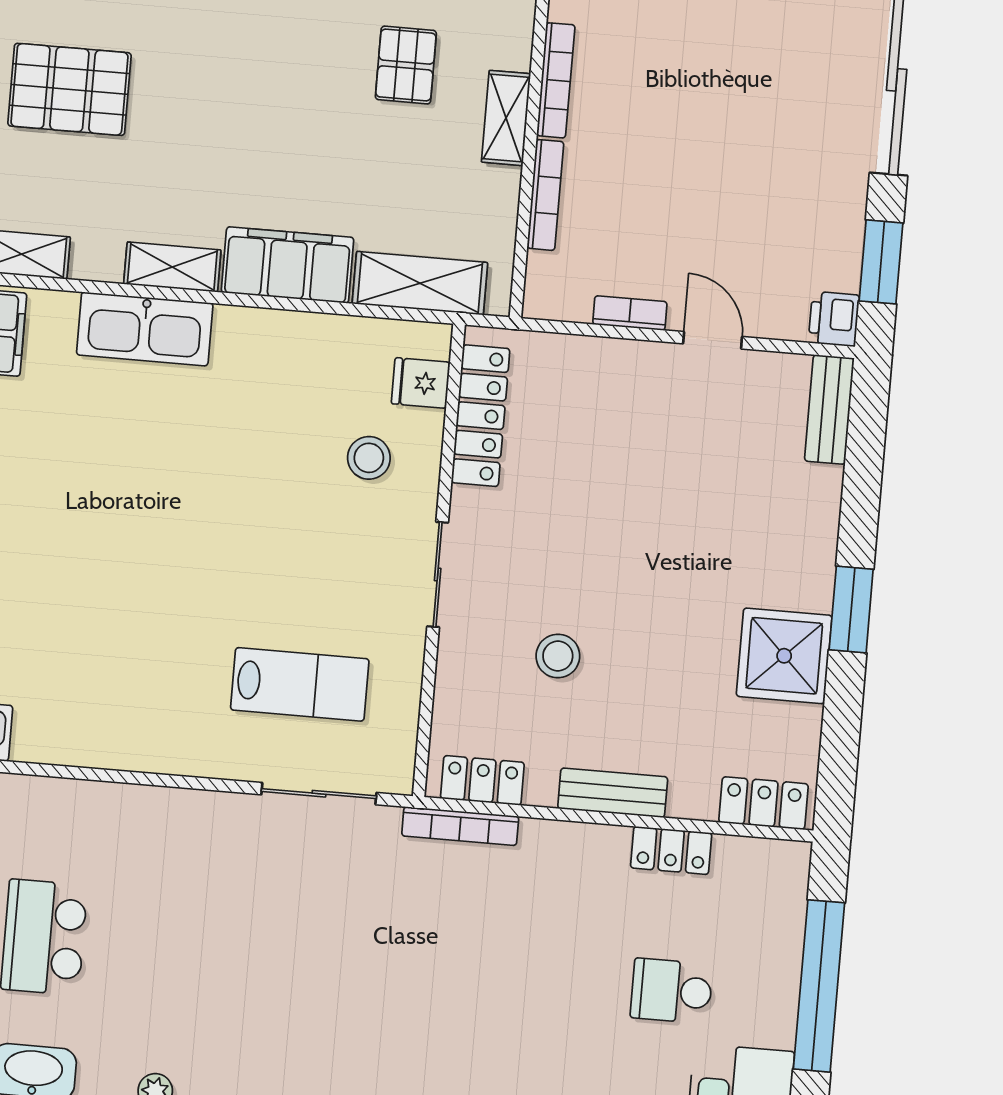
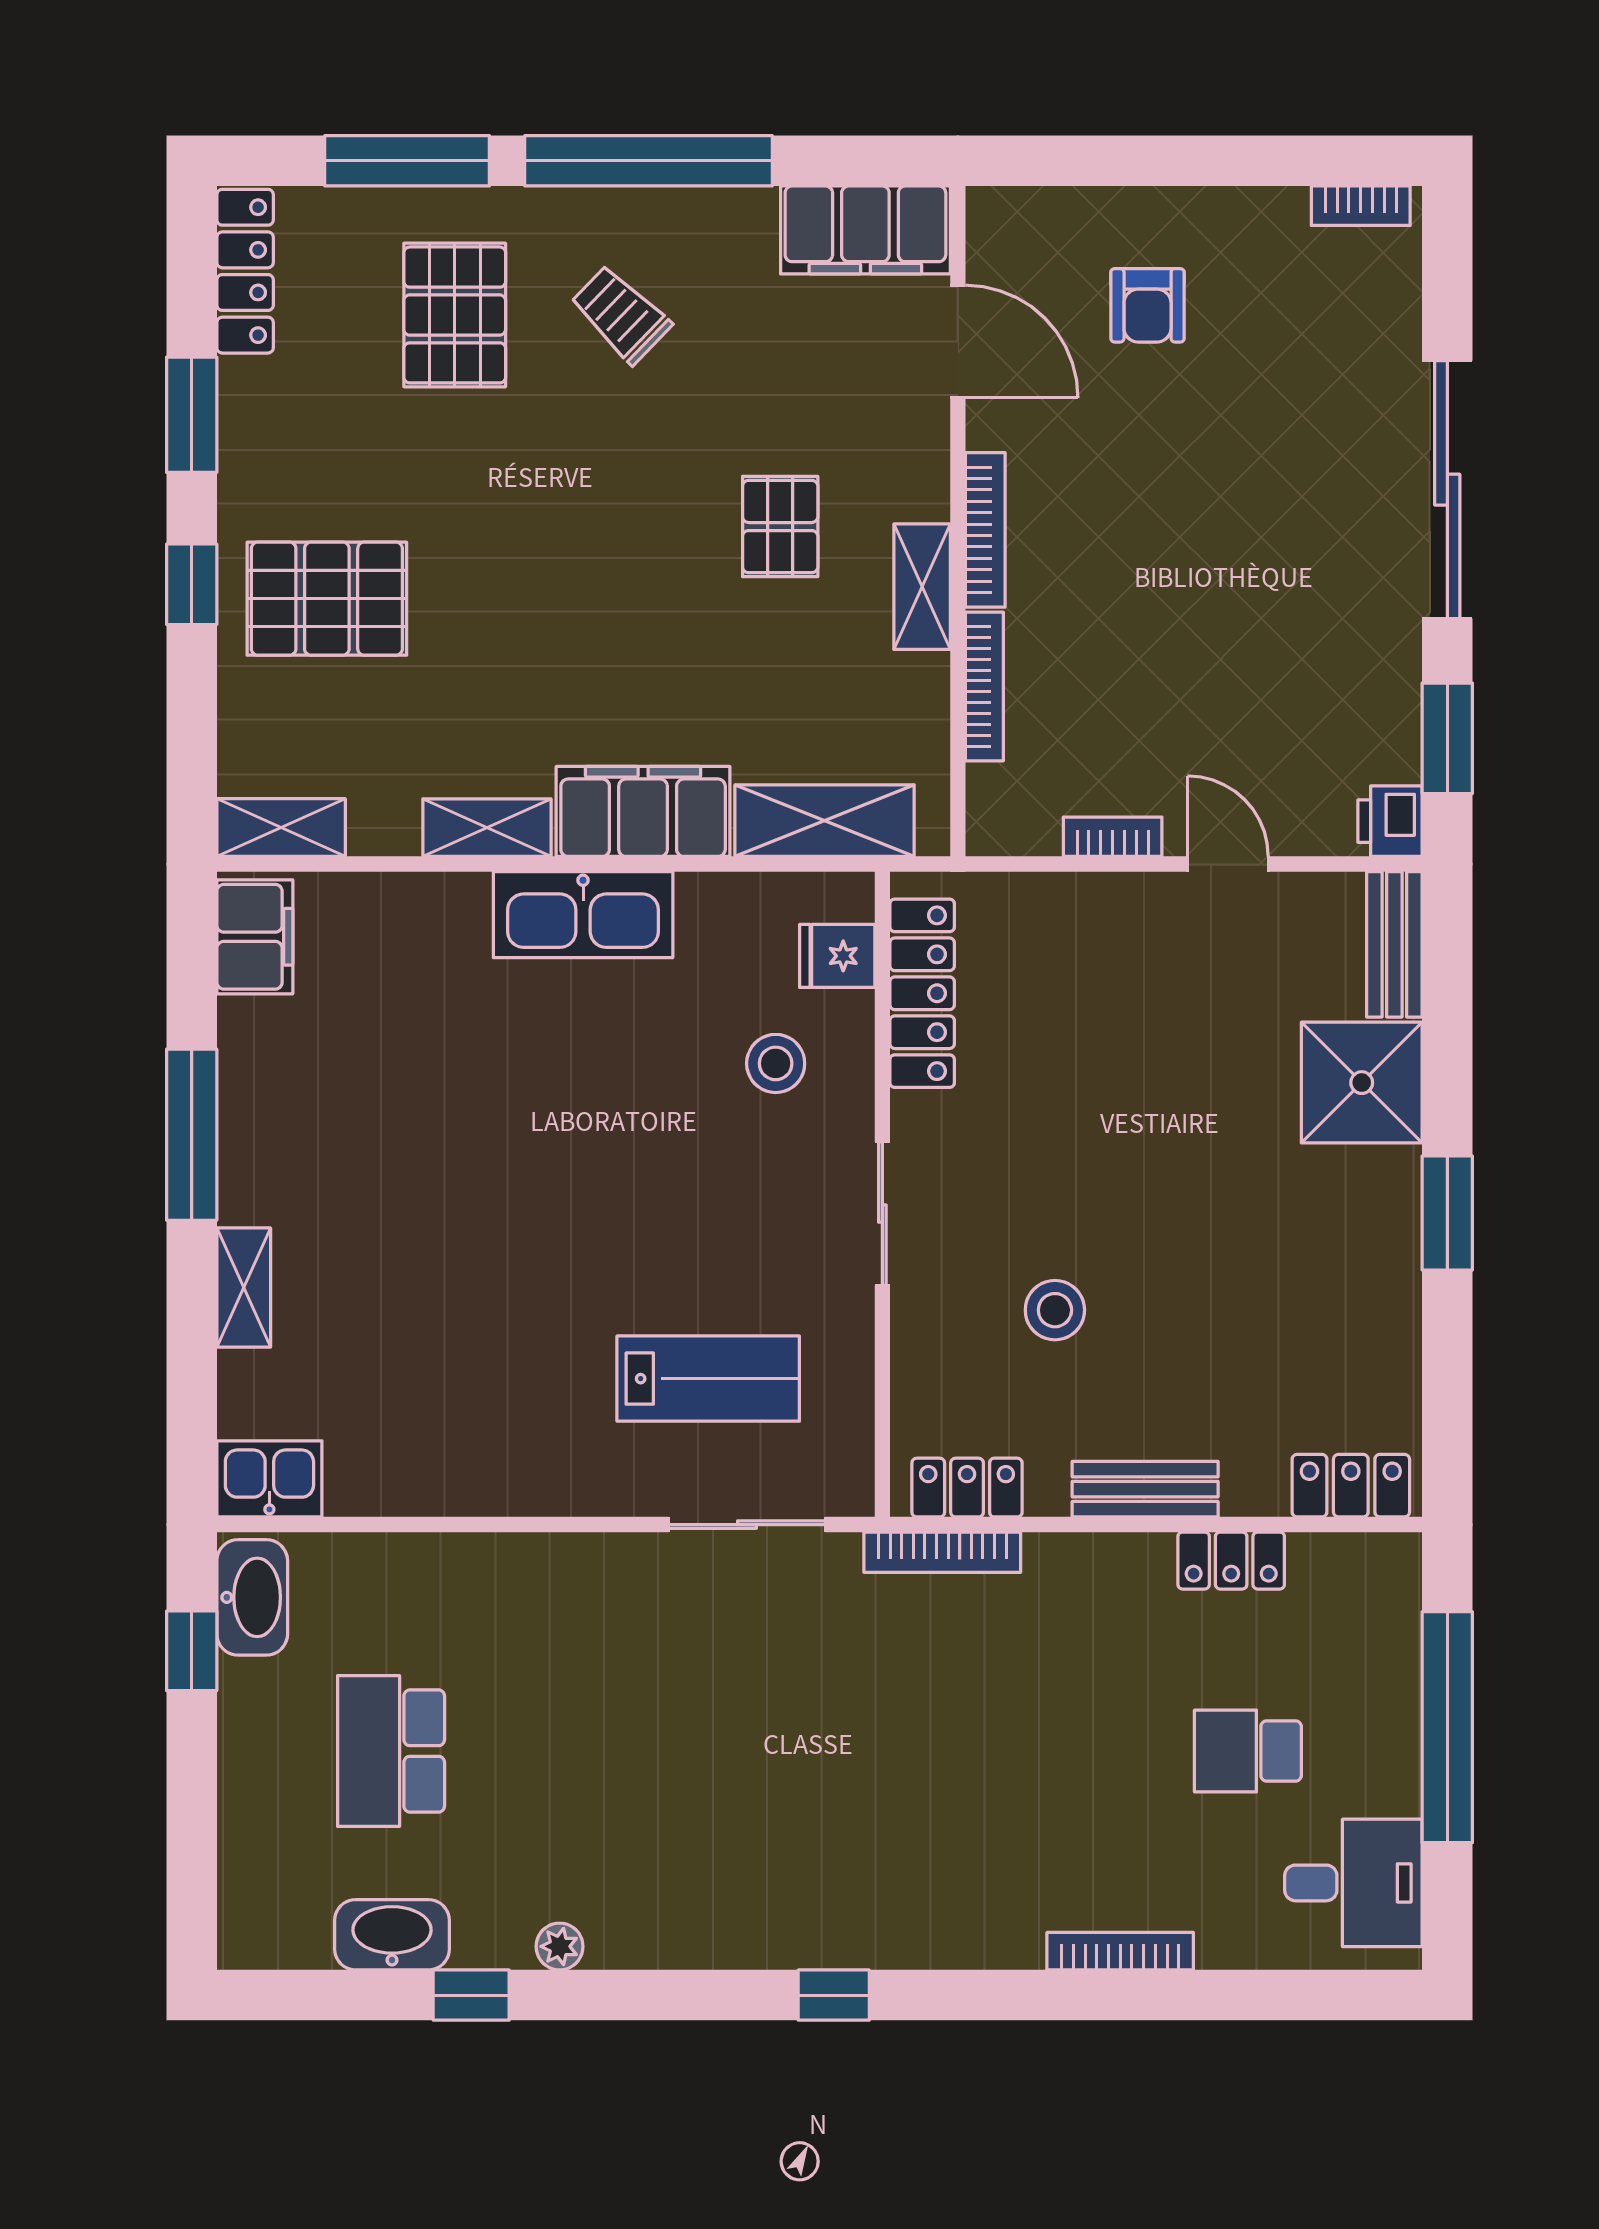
kitchen sink: (145, 329) -> (583, 915), moved
shower: (784, 656) -> (1362, 1083), moved

